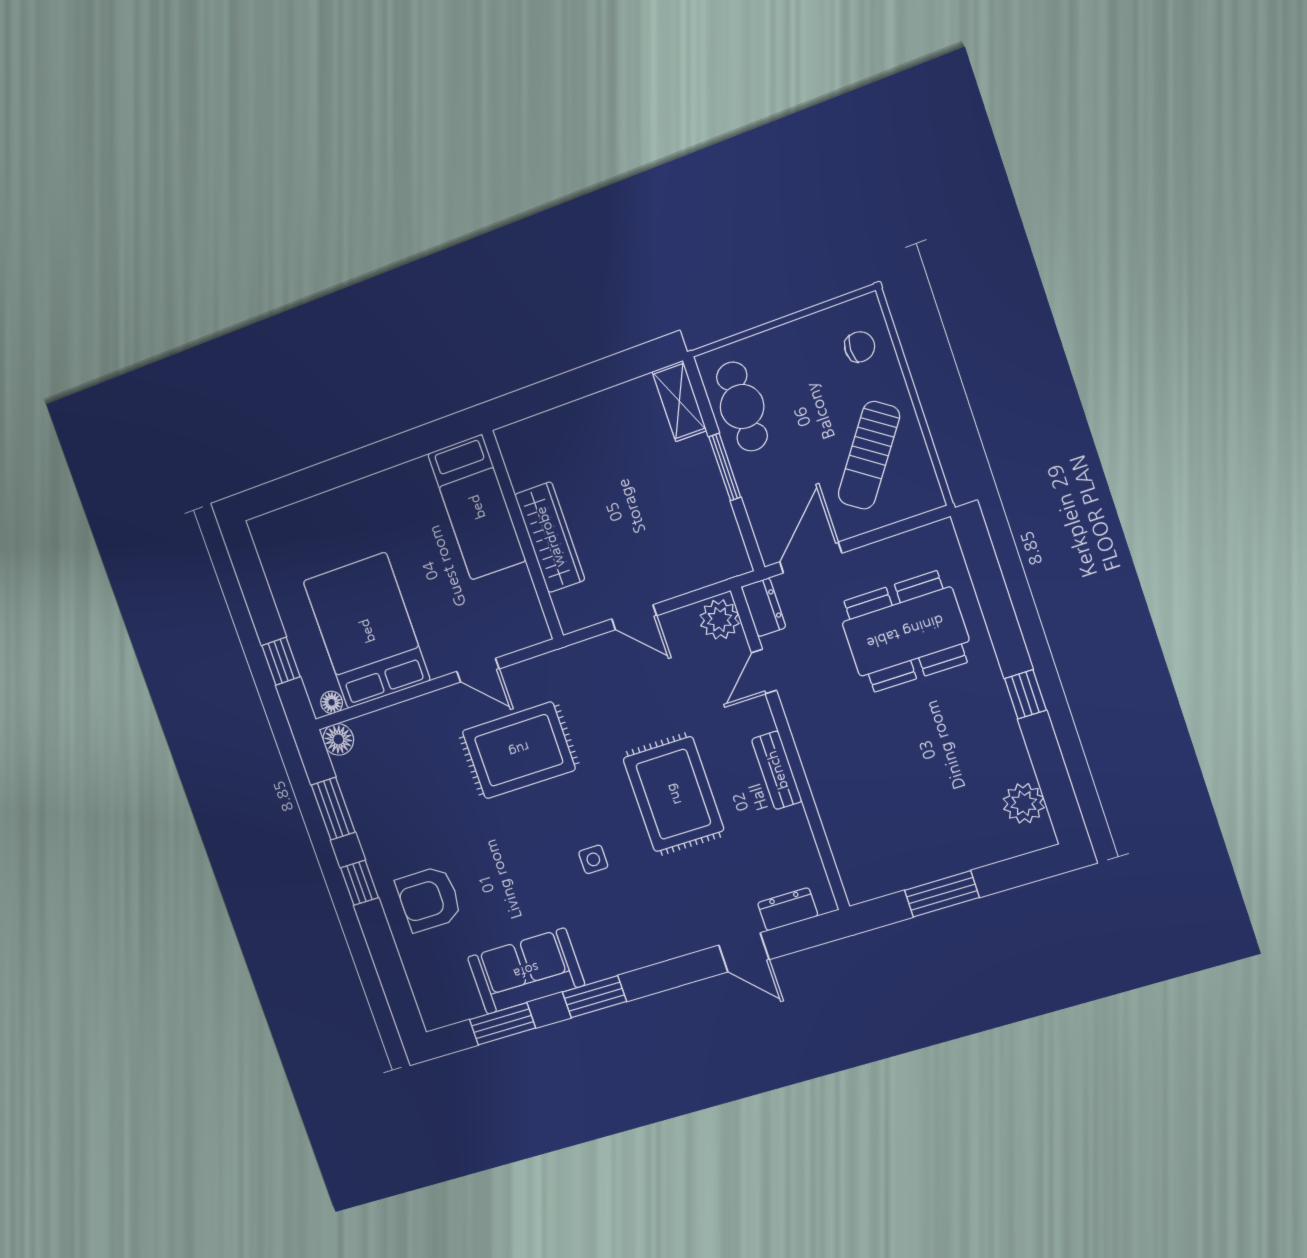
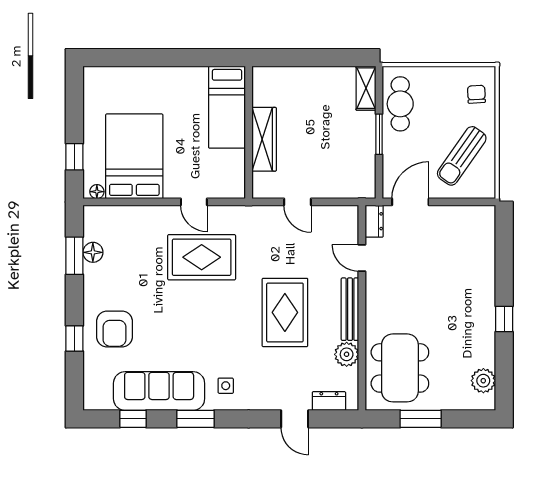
chair: (860, 347) -> (476, 94), turned -93
plant: (720, 619) -> (347, 354), moved
dining table: (905, 632) -> (400, 368), moved, turned 90
door: (764, 671) -> (362, 258), hinge flipped
floor lamp: (338, 739) -> (93, 252), moved
bench: (777, 770) -> (350, 309), width x1.36
side table: (593, 859) -> (226, 386), moved
window: (360, 883) -> (74, 339), moved
armchair: (429, 899) -> (115, 329), turned -90
sofa: (526, 971) -> (159, 391), width x1.36
window: (503, 1024) -> (133, 419), width x0.67

